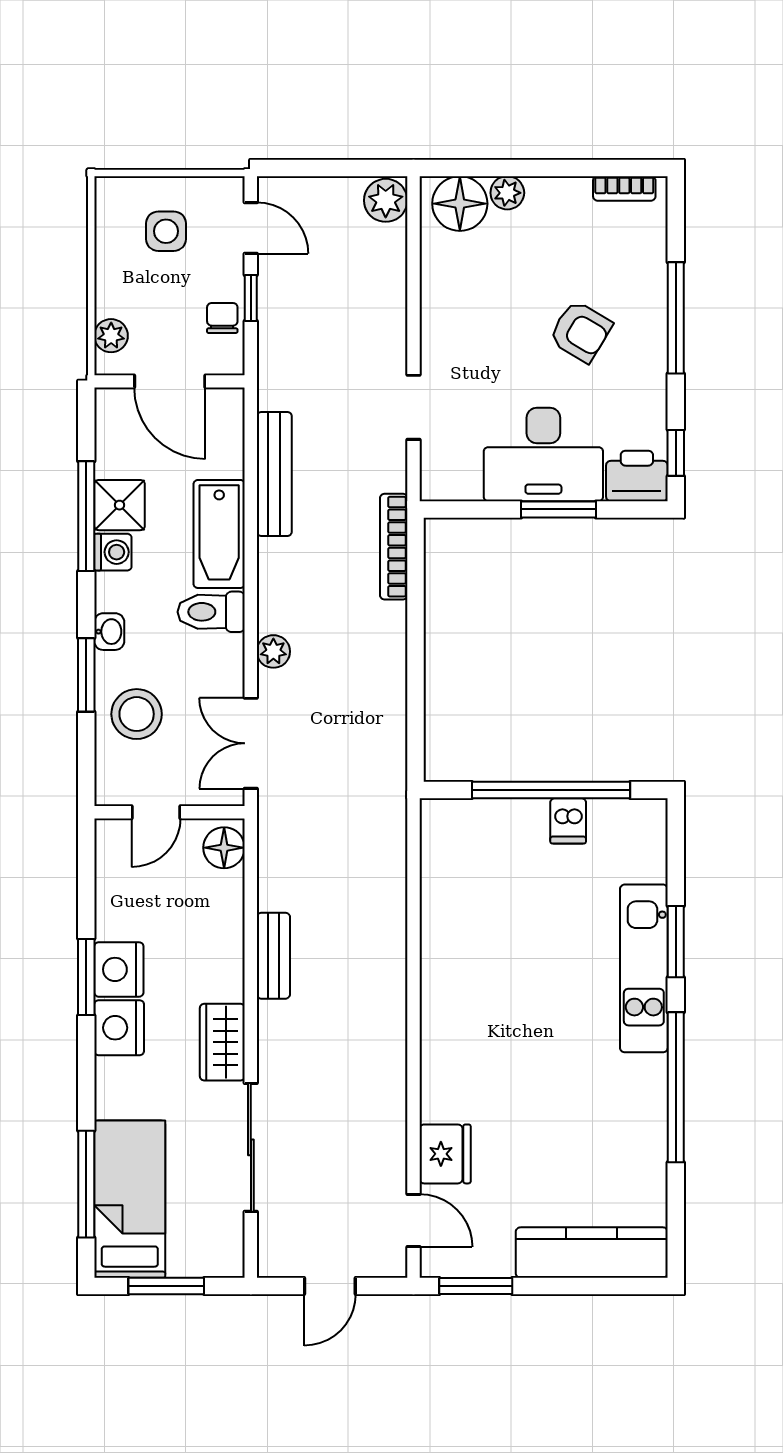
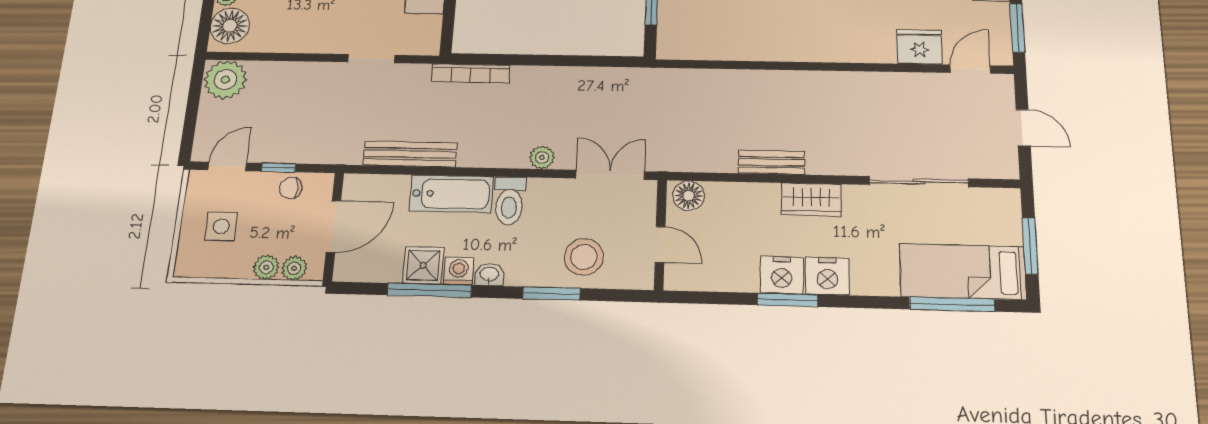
plant: (386, 200) -> (225, 80), width x1.36, depth x1.36
plant: (111, 299) -> (266, 267), added
washbasin: (109, 632) -> (489, 275), moved
double door: (251, 743) -> (610, 175), swing flipped
wardrobe: (222, 1042) -> (811, 200), moved

